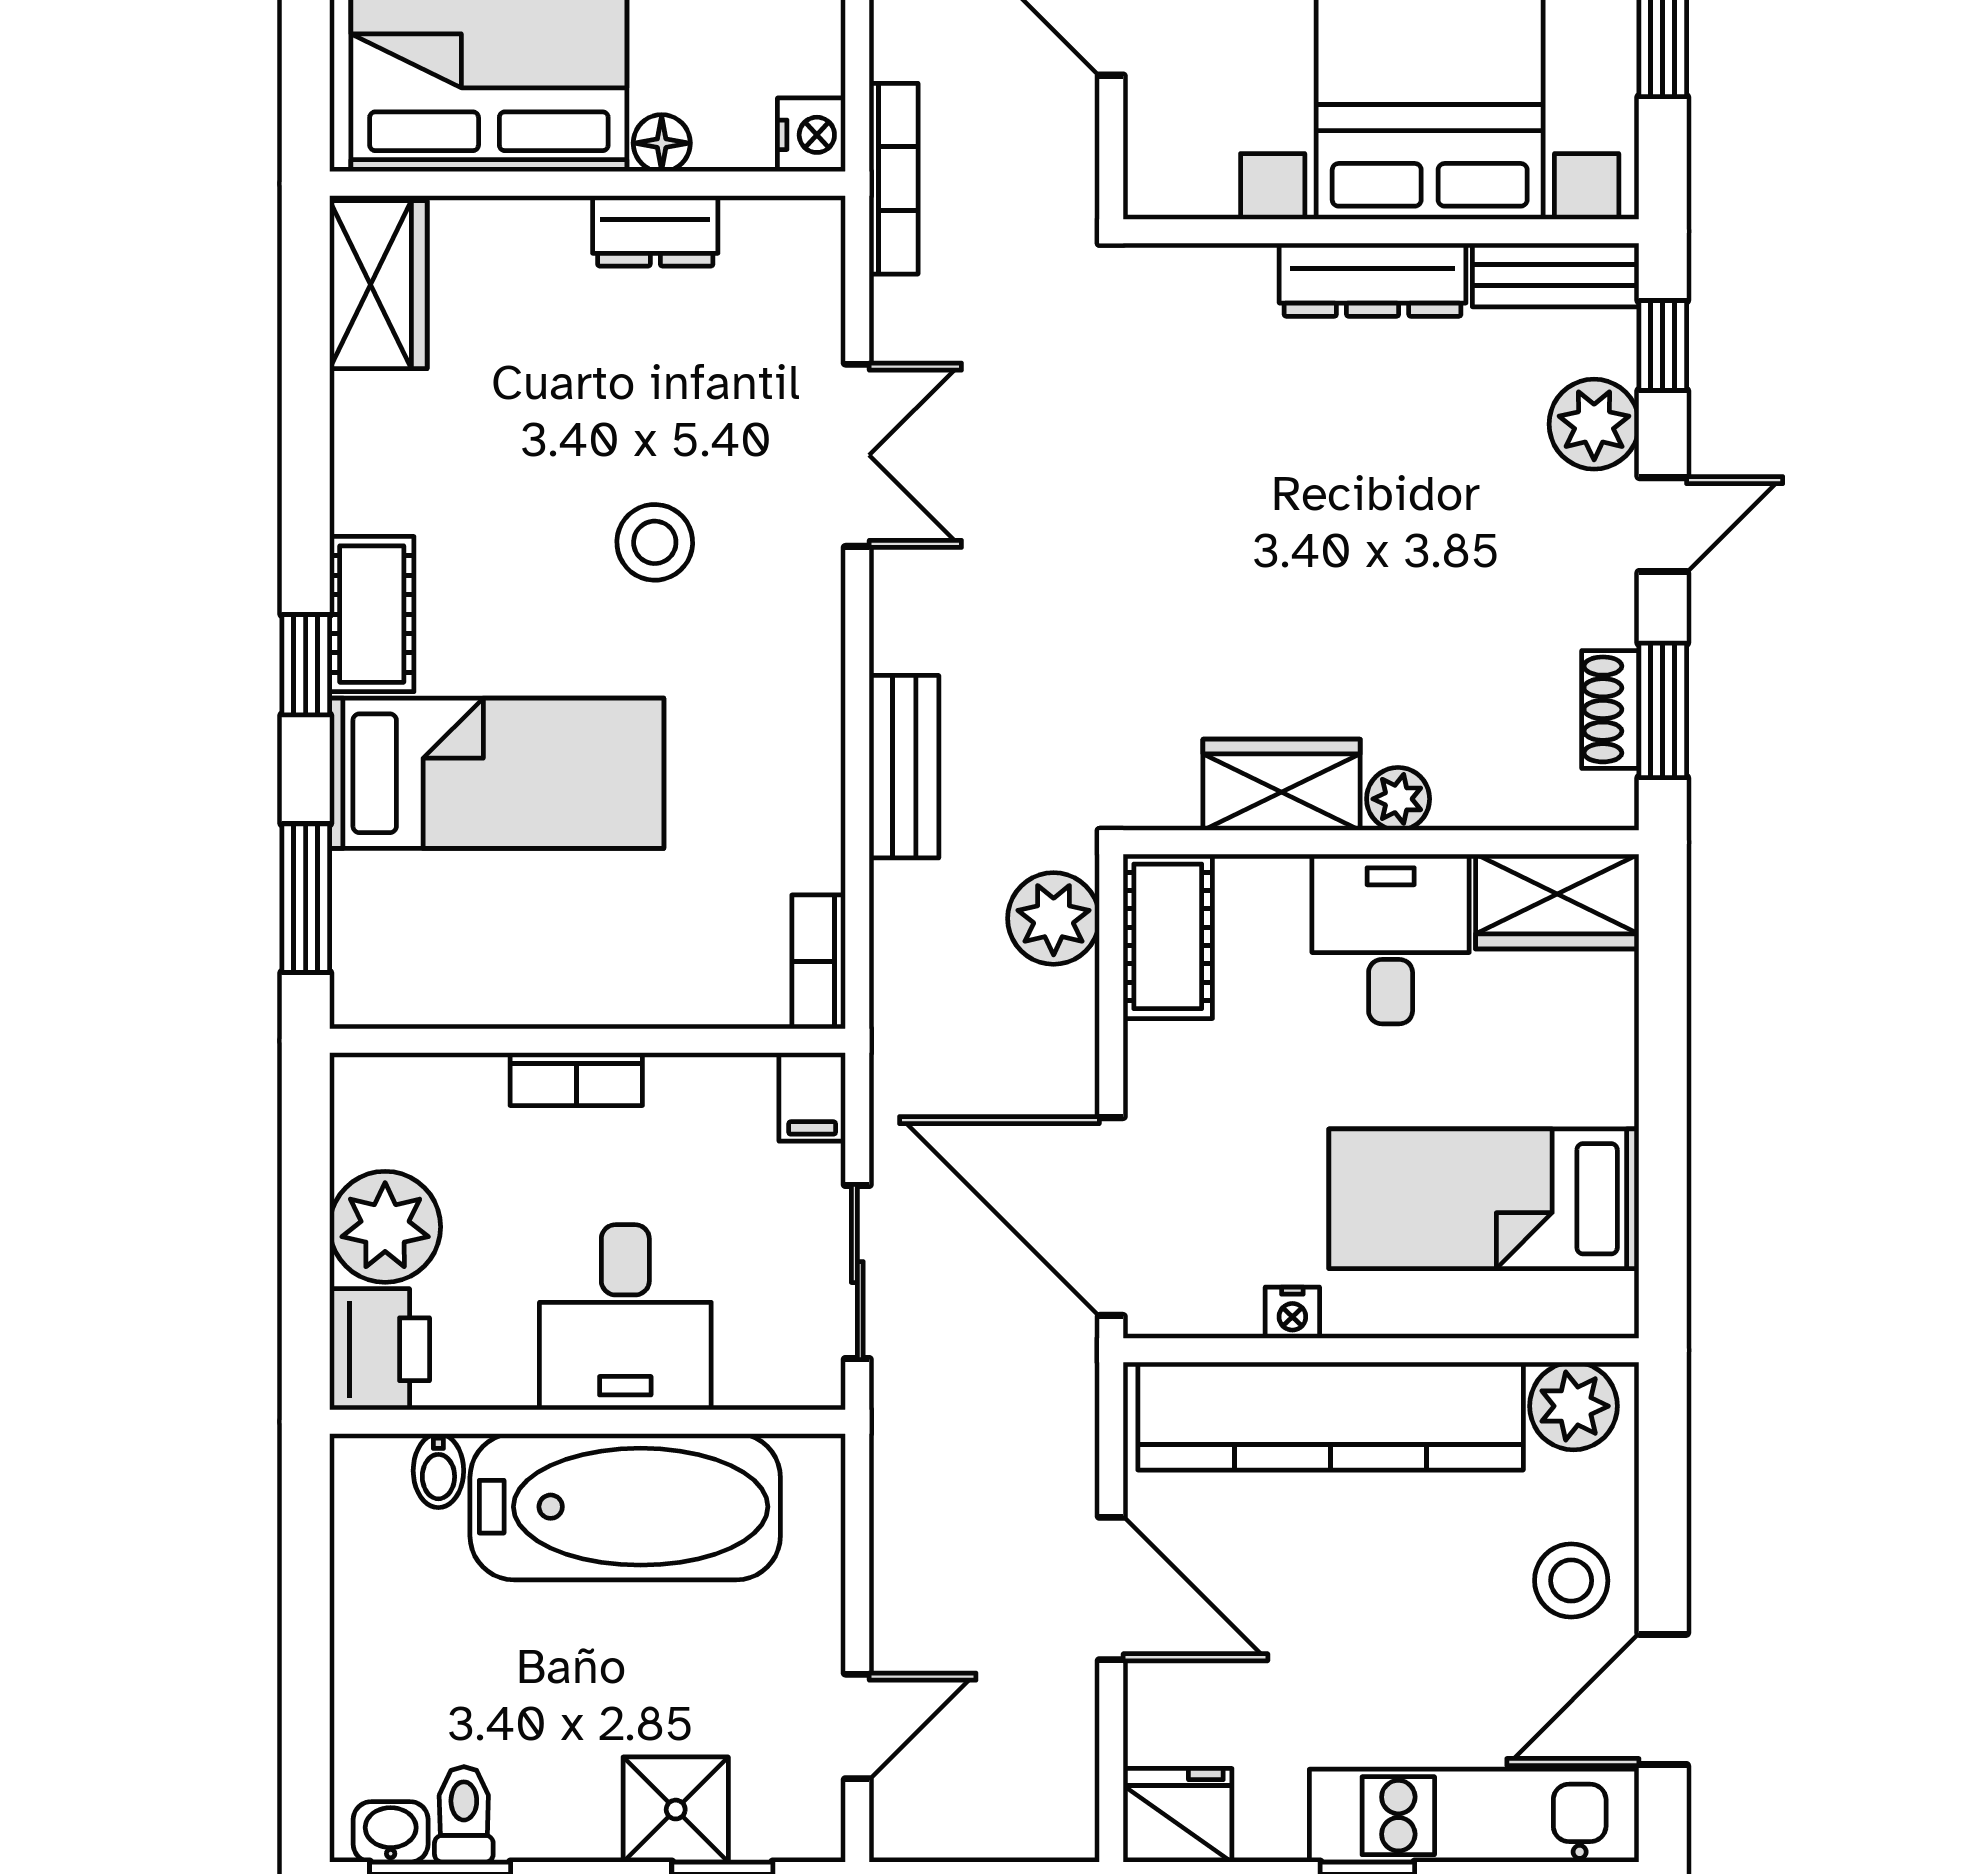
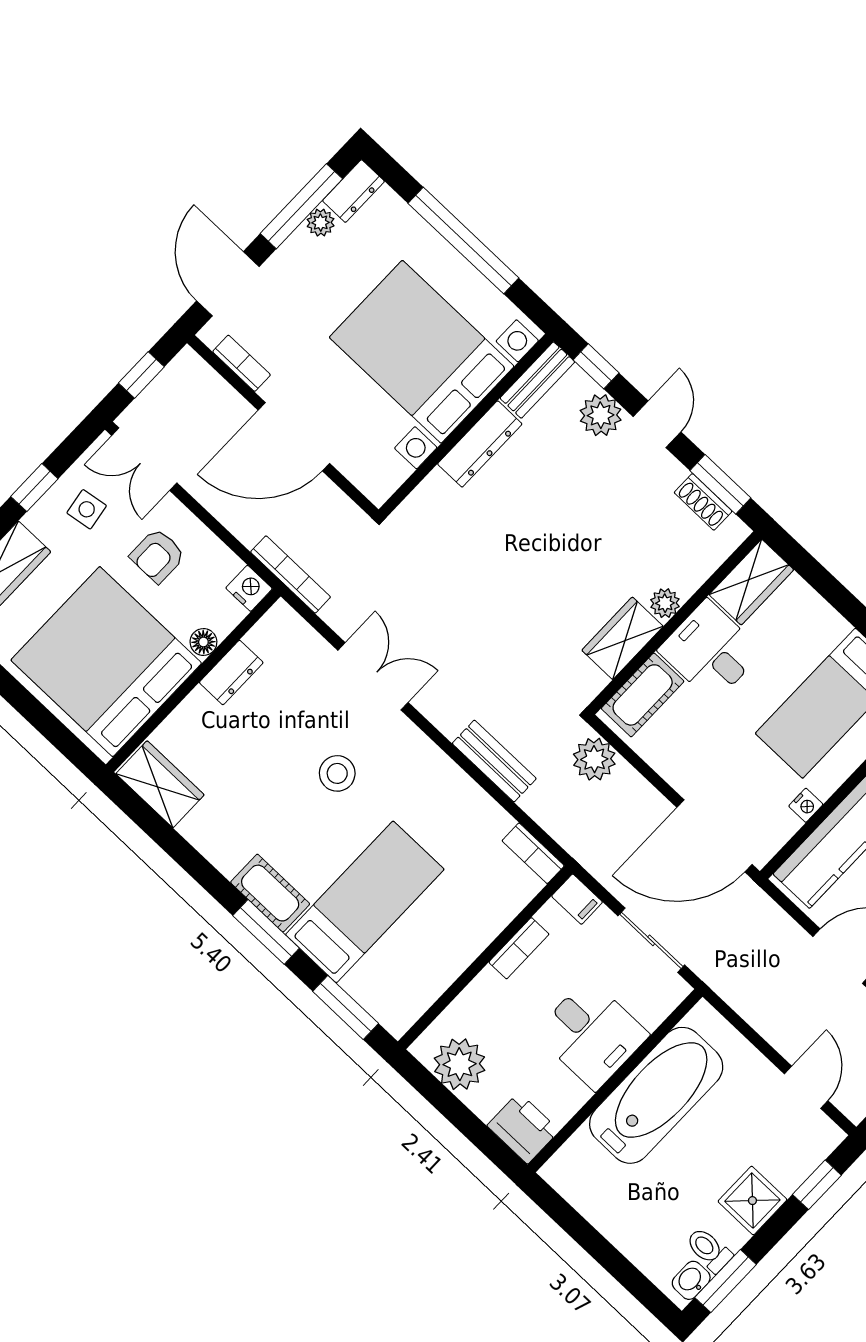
window: (306, 665) -> (266, 932), width x1.50
cot: (1168, 936) -> (643, 695), moved, turned 90
bookcase: (576, 1079) -> (519, 948), moved
plant: (385, 1227) -> (460, 1064), moved
bidet: (438, 1471) -> (584, 1147), removed
shower: (676, 1810) -> (752, 1201), moved

